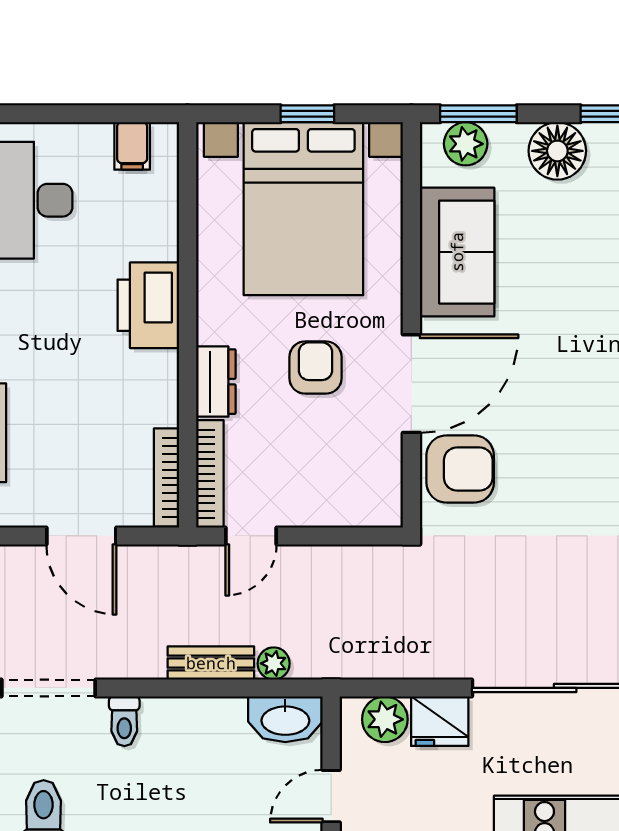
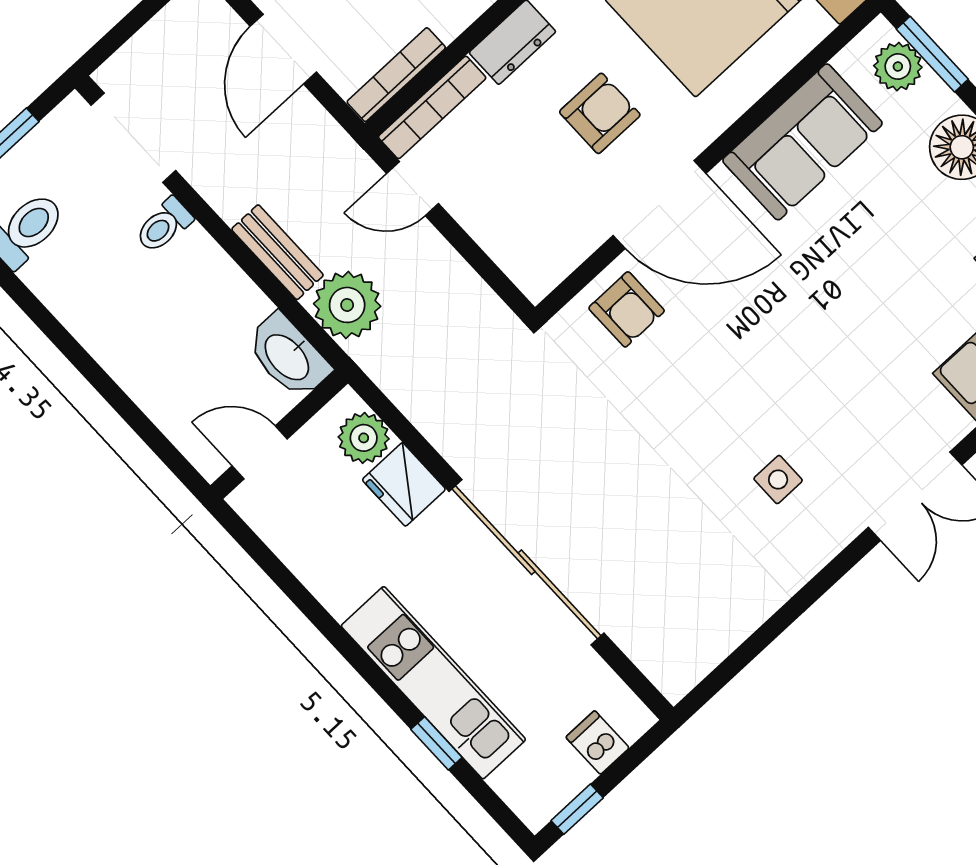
armchair: (460, 469) -> (627, 309), width x0.72, depth x0.72
plant: (274, 663) -> (347, 305), width x1.88, depth x1.88

